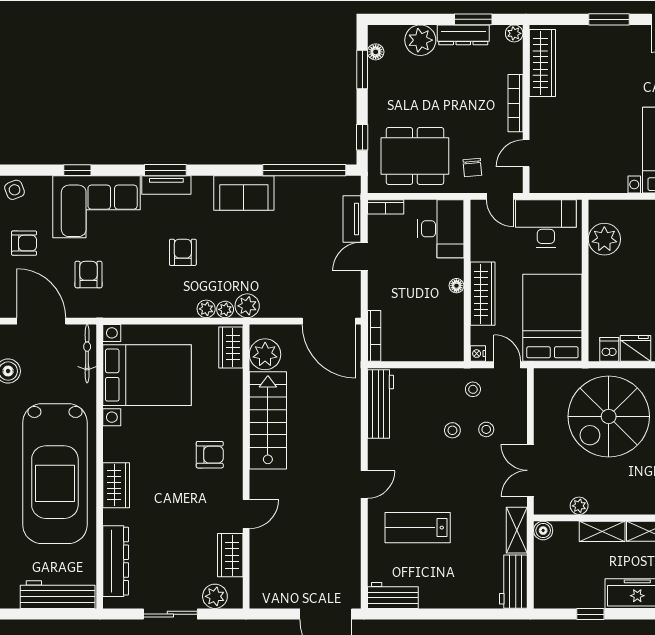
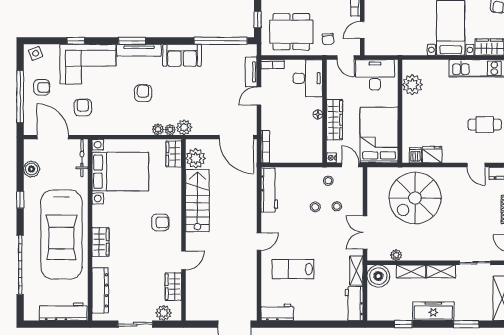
tv unit: (166, 185) -> (139, 50), width x1.41
boiler: (543, 531) -> (378, 276), width x1.86, depth x1.86

